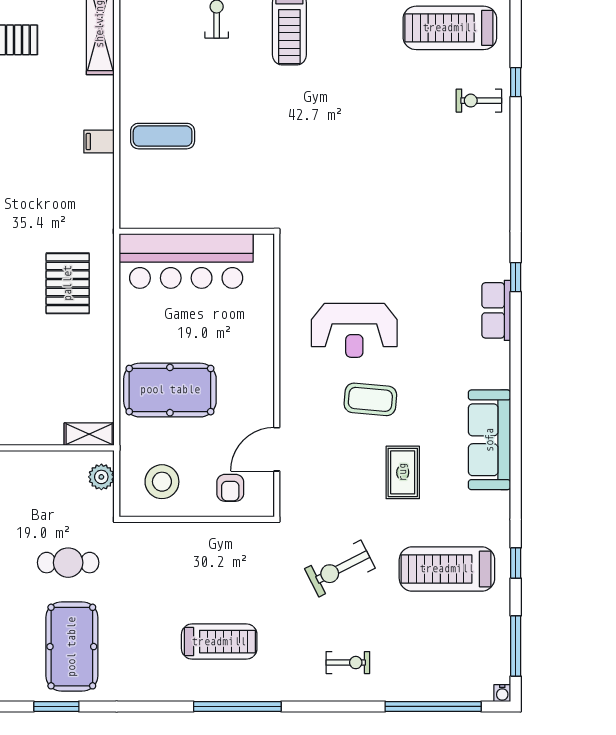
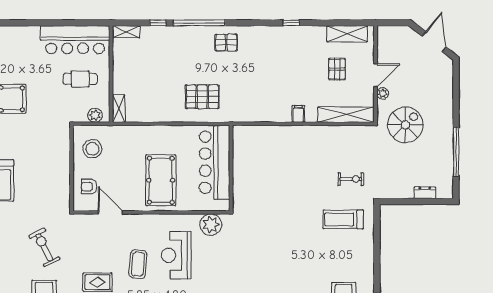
exercise mat: (163, 136) -> (284, 149), removed
filing cabinet: (99, 142) -> (298, 114), moved
plant: (299, 268) -> (211, 225), added
pool table: (170, 390) -> (161, 180), moved
cafe table: (68, 563) -> (80, 79), moved, turned 90

